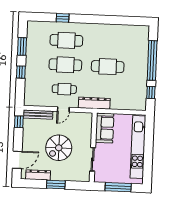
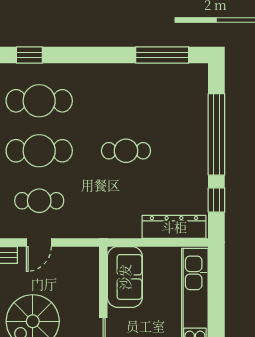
window: (127, 21) -> (162, 55), added
cafe table: (108, 67) -> (126, 151), width x0.73, depth x0.74
dresser: (94, 103) -> (174, 227), moved

